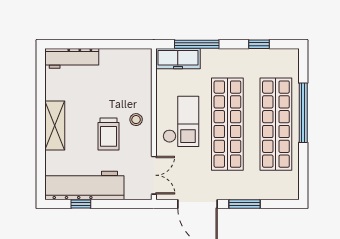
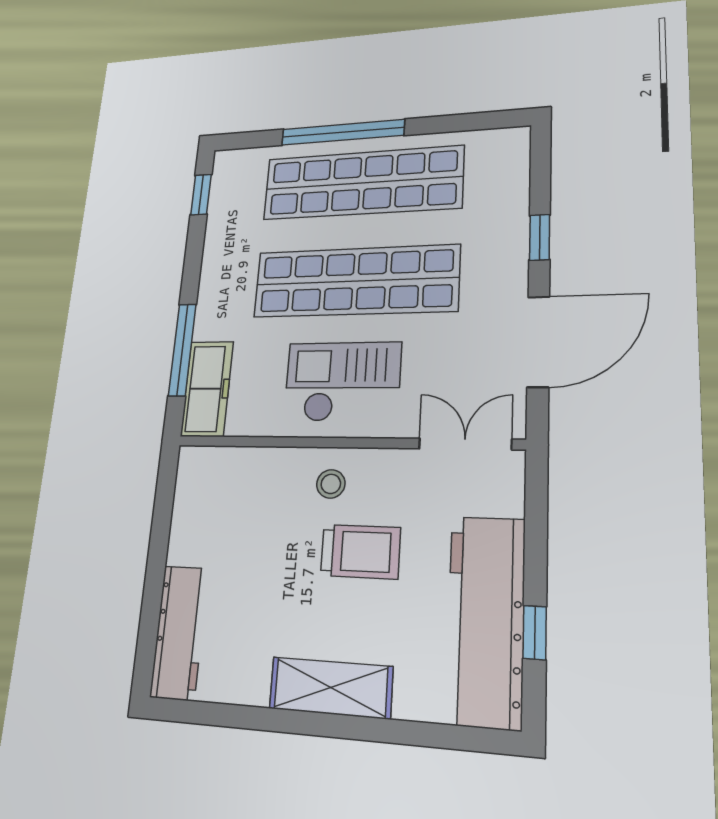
window: (259, 44) -> (201, 195), moved
window: (245, 204) -> (540, 237), width x0.67

